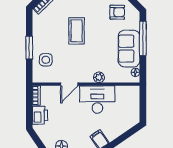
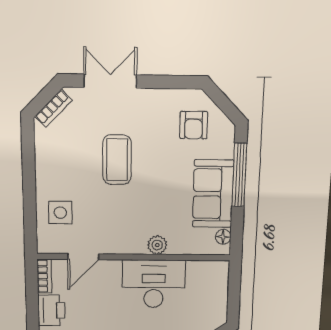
armchair: (117, 12) -> (194, 125), turned 90
window: (29, 48) -> (29, 190), removed
door: (69, 84) -> (83, 257), moved

